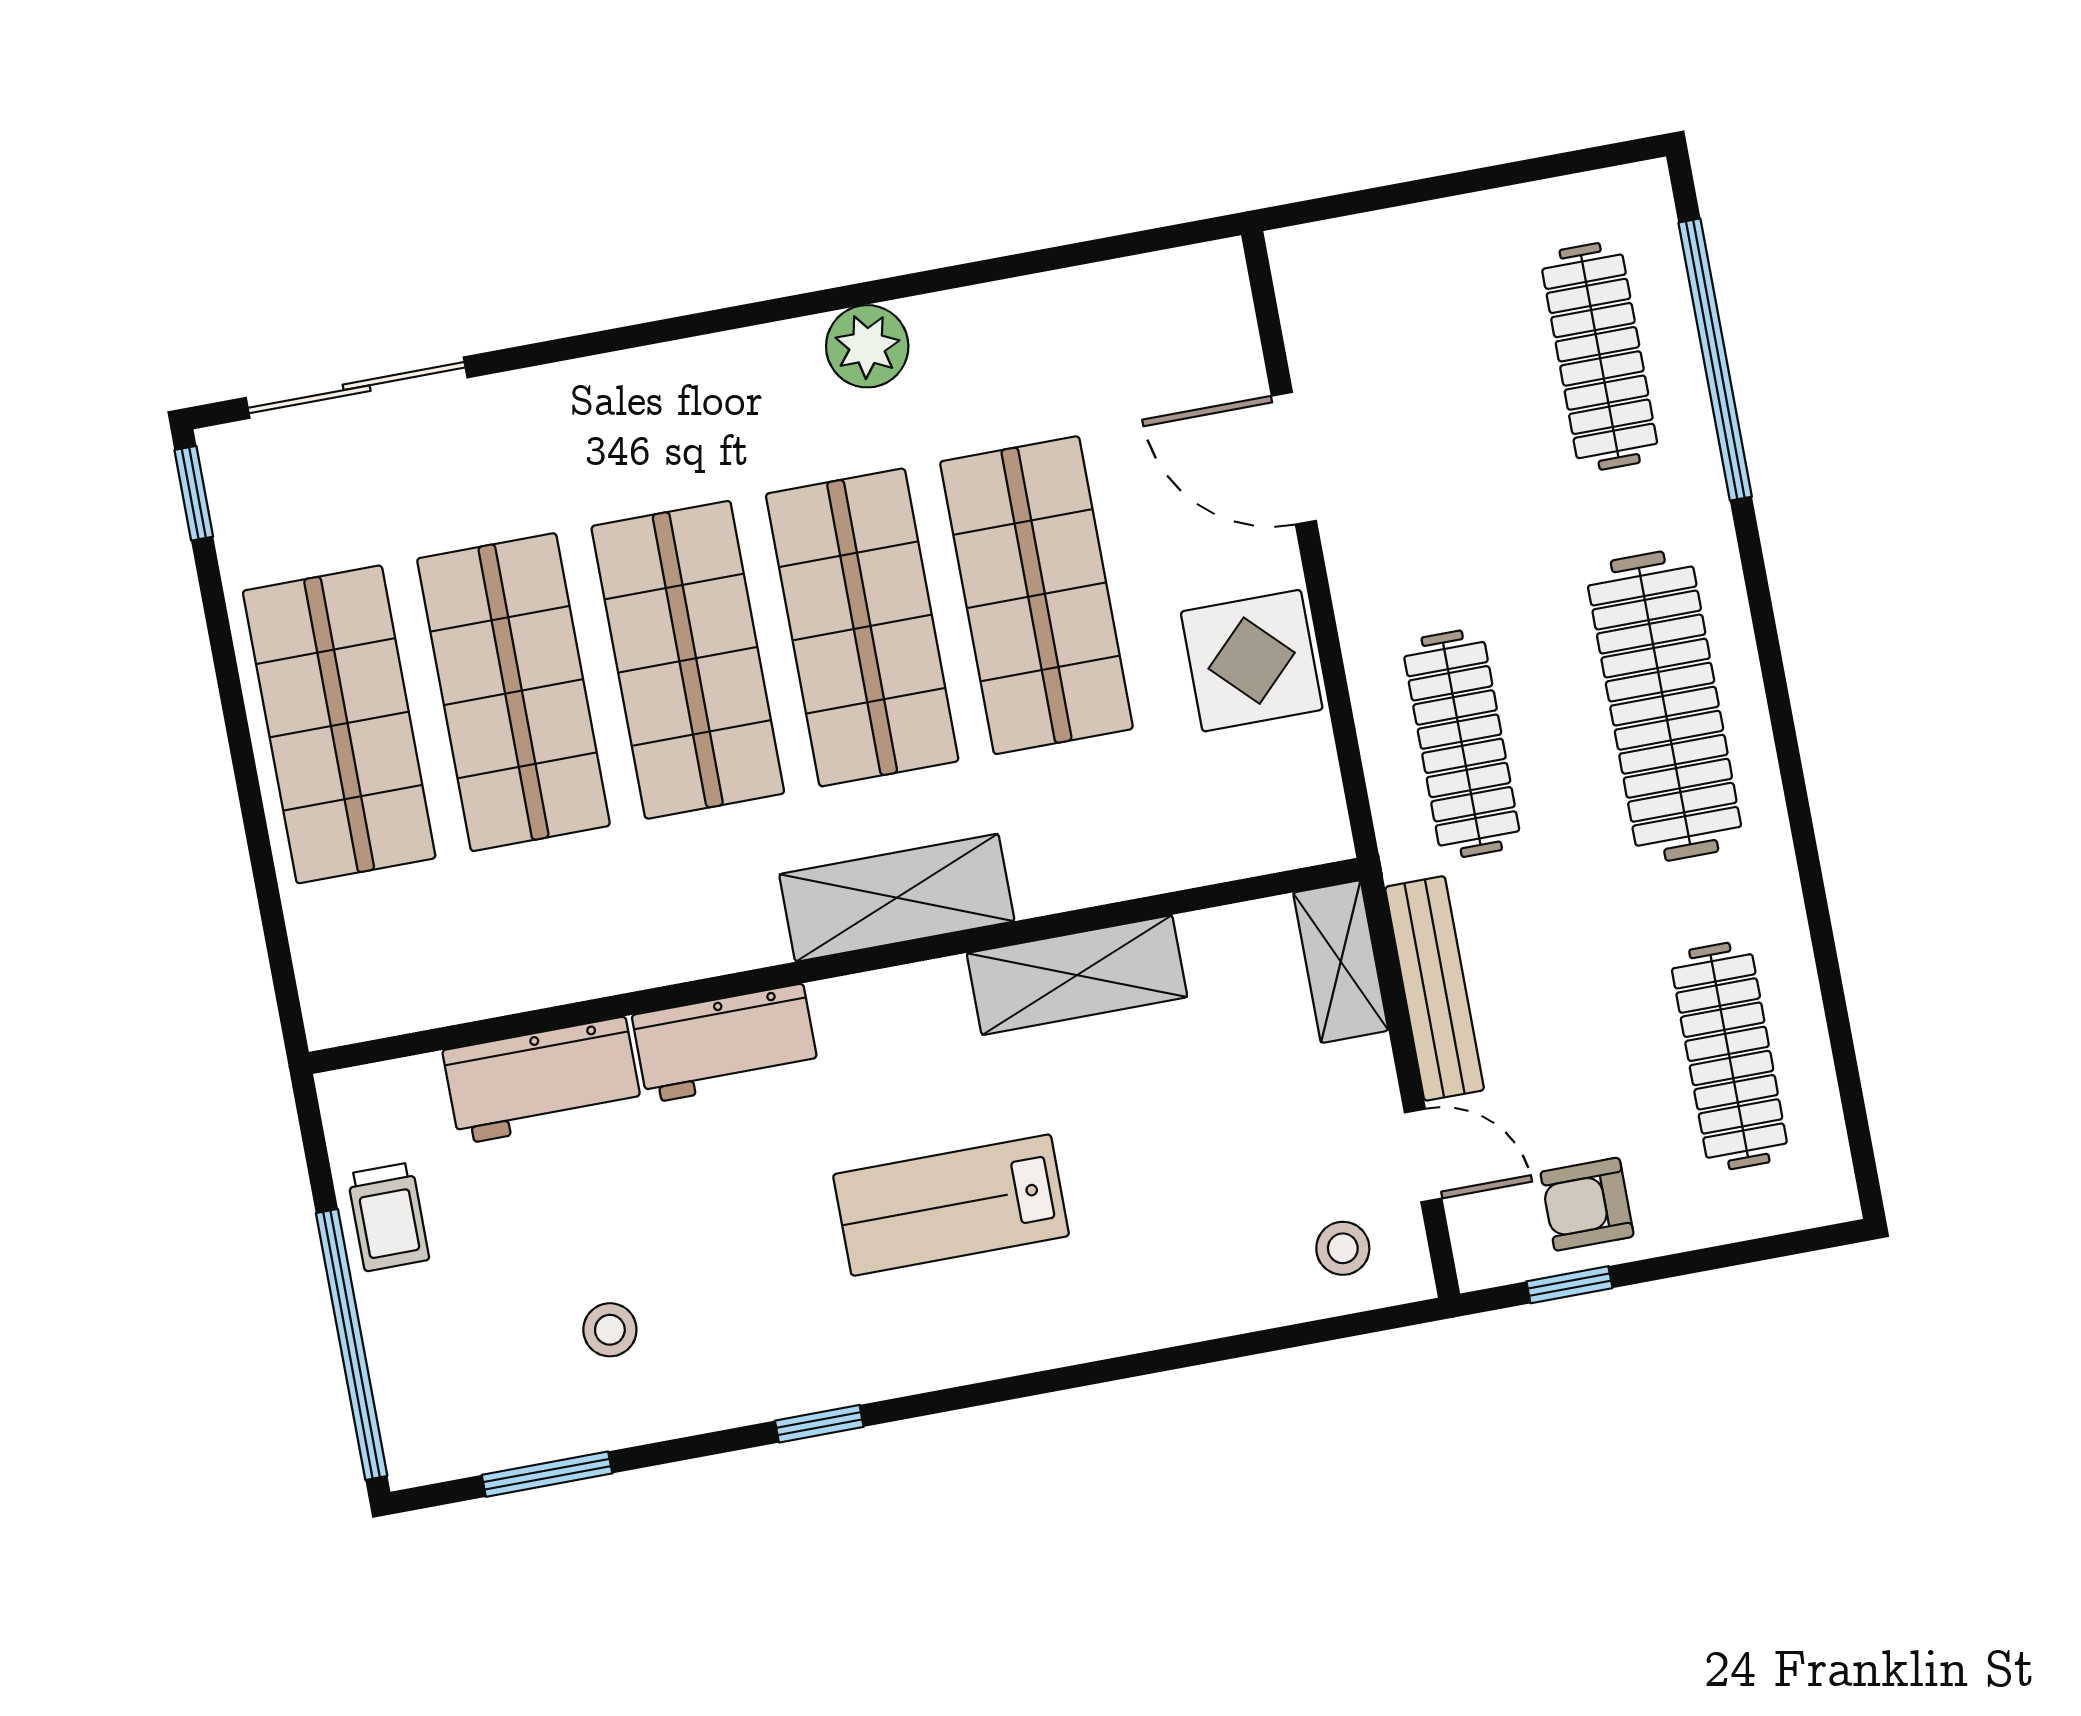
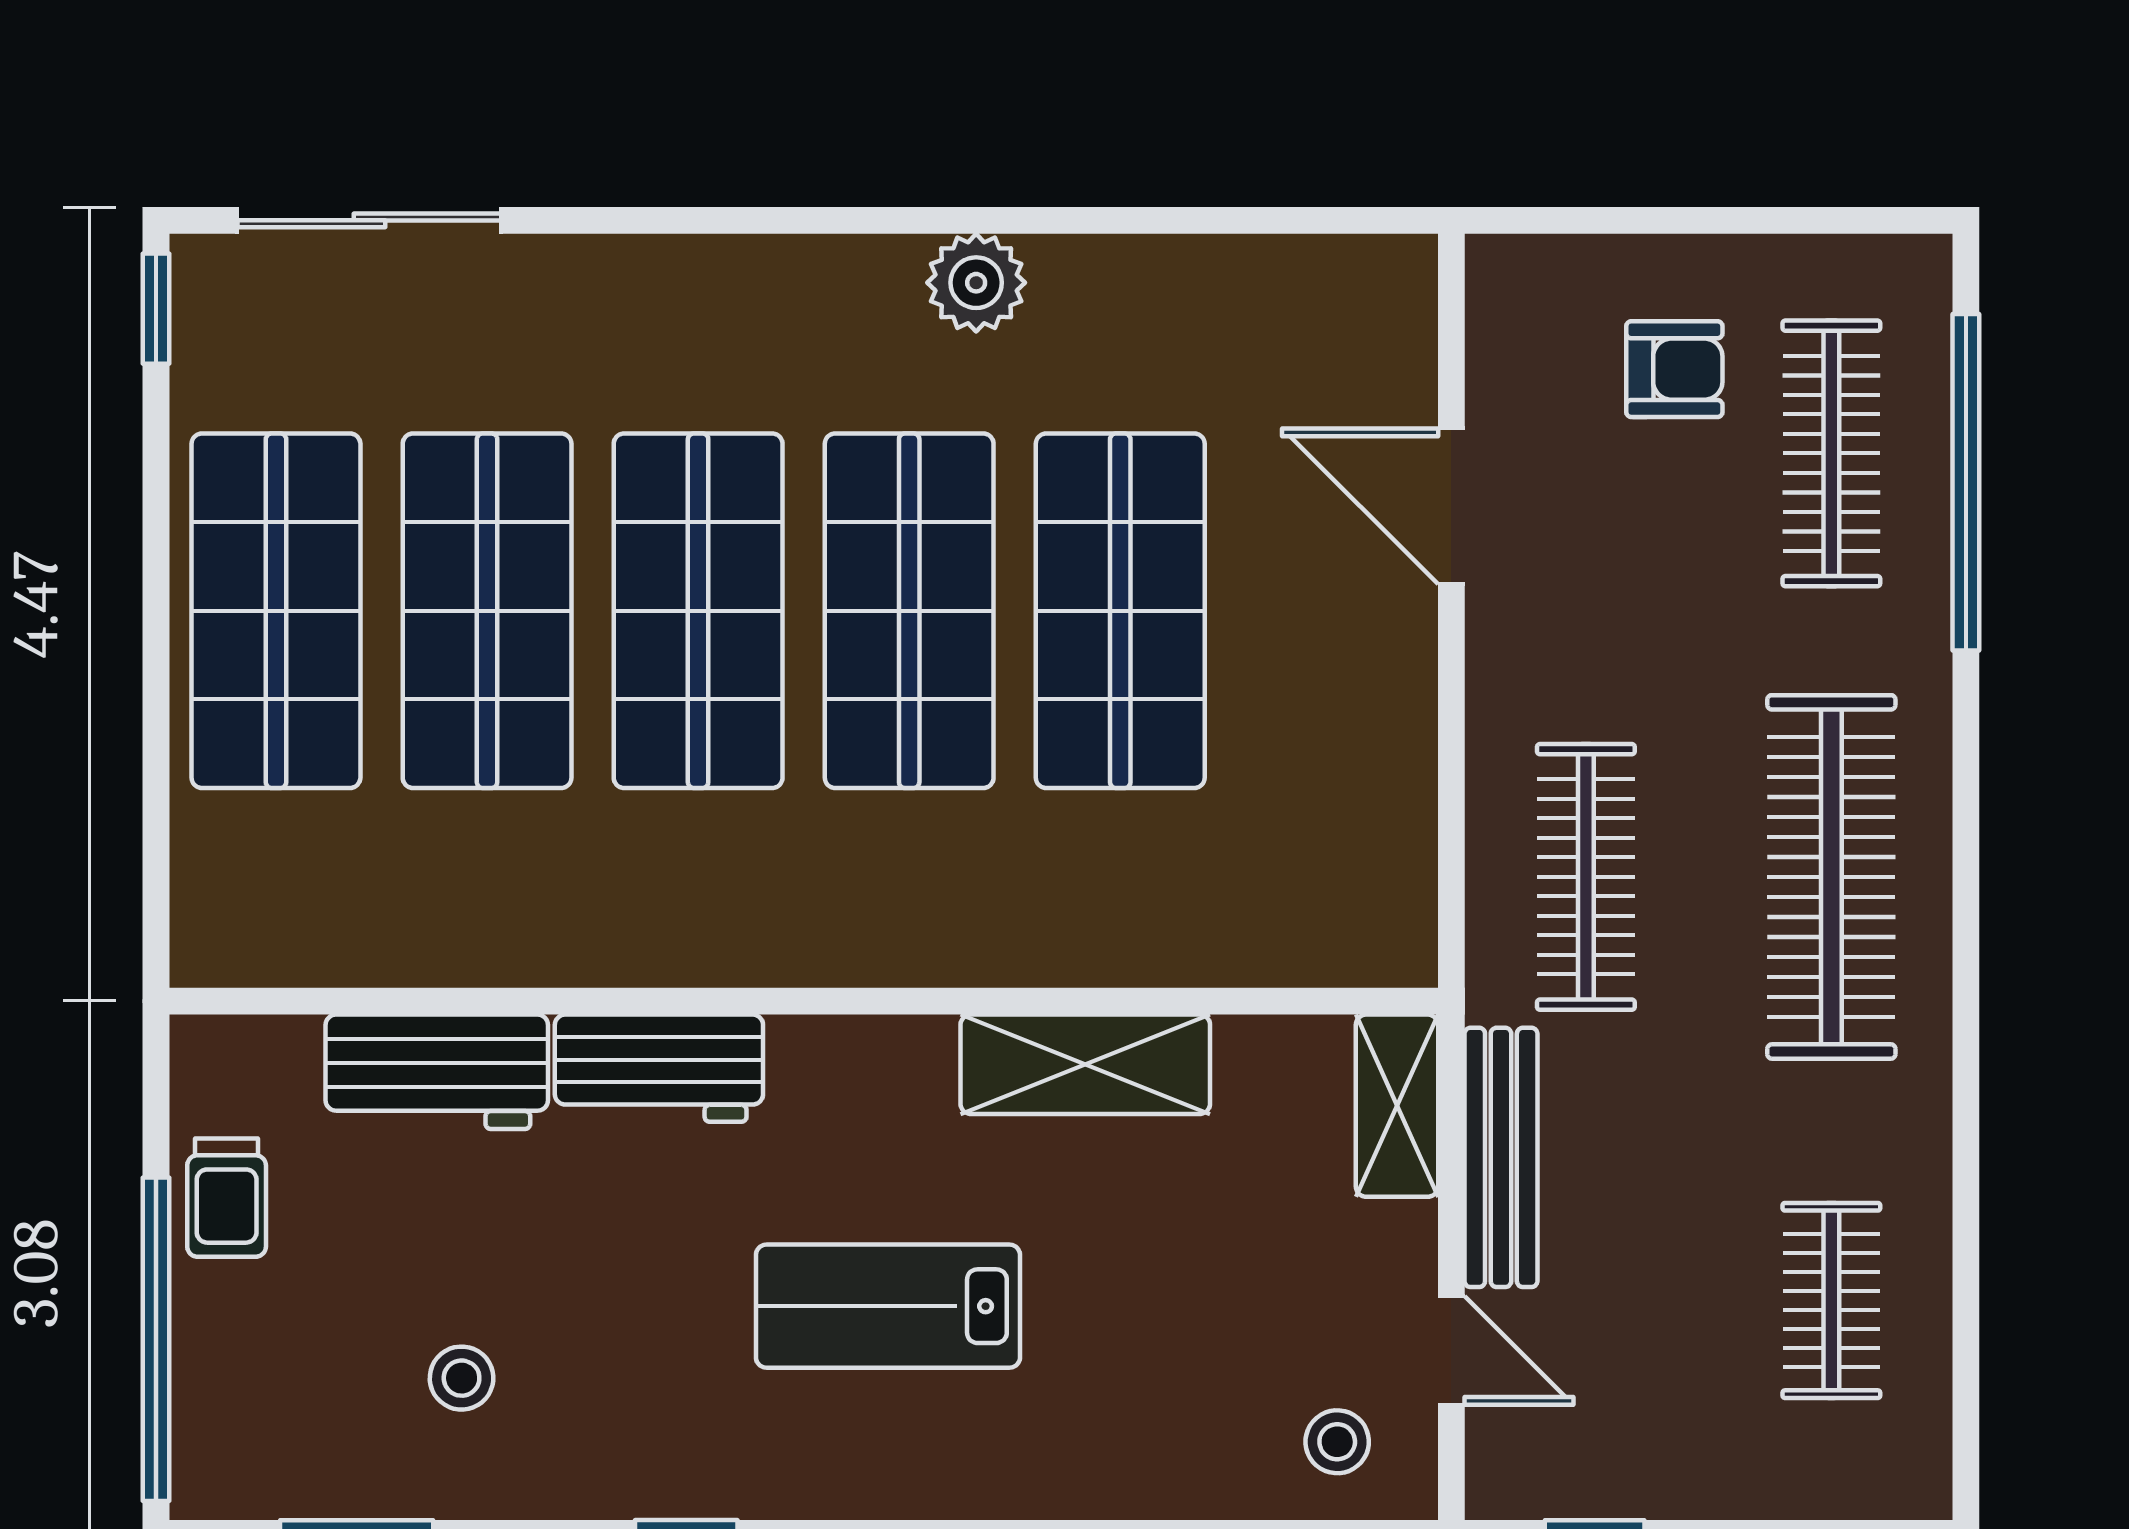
display table: (1252, 661) -> (1358, 734), removed
shelving: (897, 898) -> (891, 935), removed
clothes rail: (1729, 1056) -> (1831, 1300), width x0.73
armchair: (1587, 1204) -> (1674, 369), moved, turned 180

